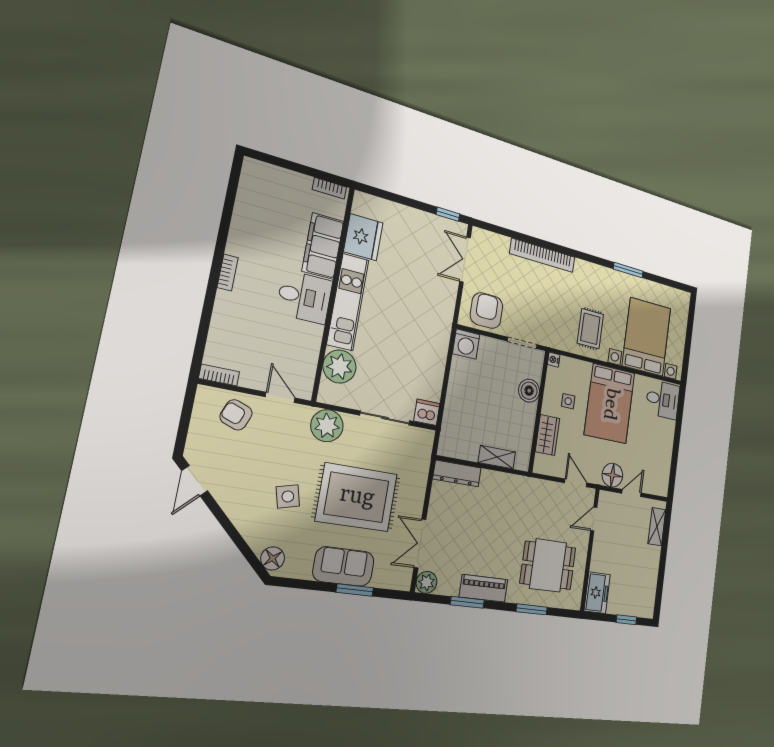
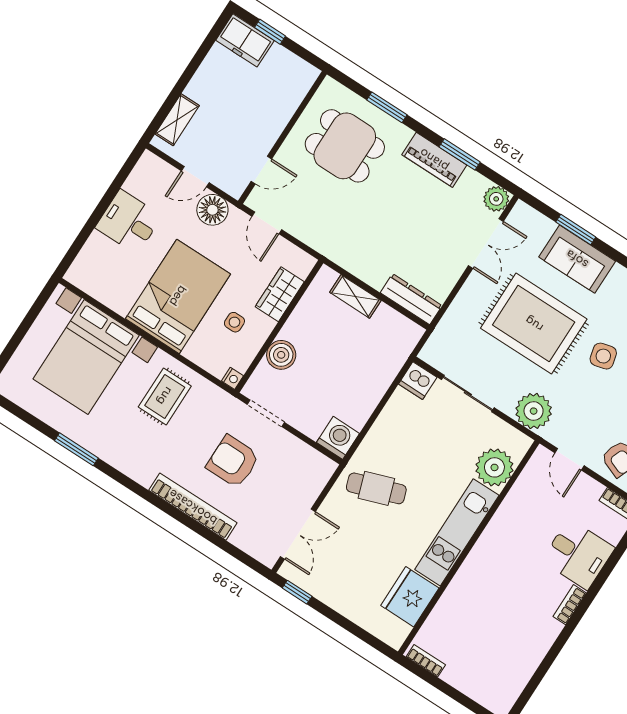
filing cabinet: (323, 246) -> (459, 601), removed
desk: (304, 297) -> (578, 554), moved, turned 180
armchair: (487, 311) -> (233, 462), moved, turned 90
cafe table: (423, 315) -> (376, 488), added
desk: (663, 400) -> (129, 222), moved
freezer: (597, 593) -> (245, 40), moved, turned -90

